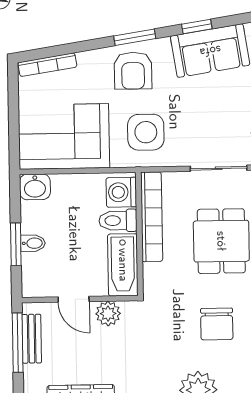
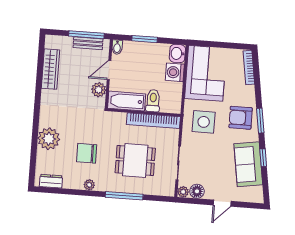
washing machine: (121, 192) -> (175, 72), moved, turned -90
bidet: (33, 243) -> (117, 47), moved

